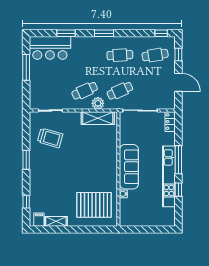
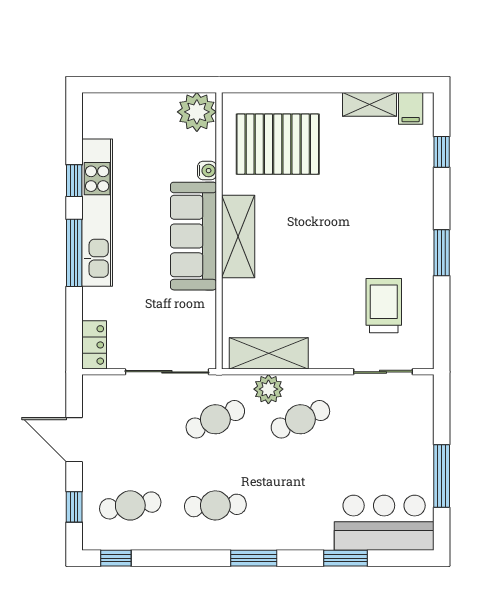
trolley: (50, 138) -> (384, 306), turned 74
shelving: (110, 166) -> (238, 237), added
plant: (128, 218) -> (197, 112), added

